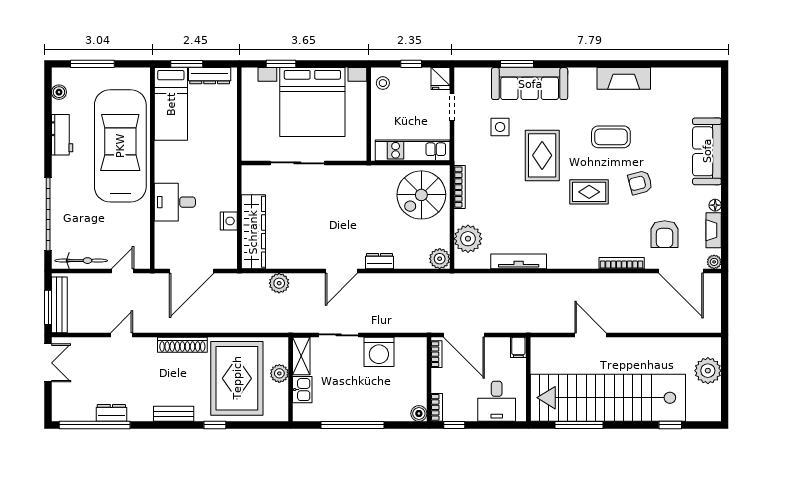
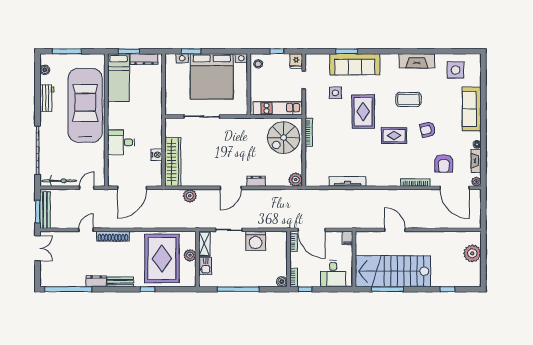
side table: (682, 92) -> (456, 70), added
plant: (468, 239) -> (314, 166), removed
shoe rack: (182, 345) -> (113, 236), moved
stairs: (608, 398) -> (393, 271), width x0.73
dresser: (111, 413) -> (96, 281), moved

